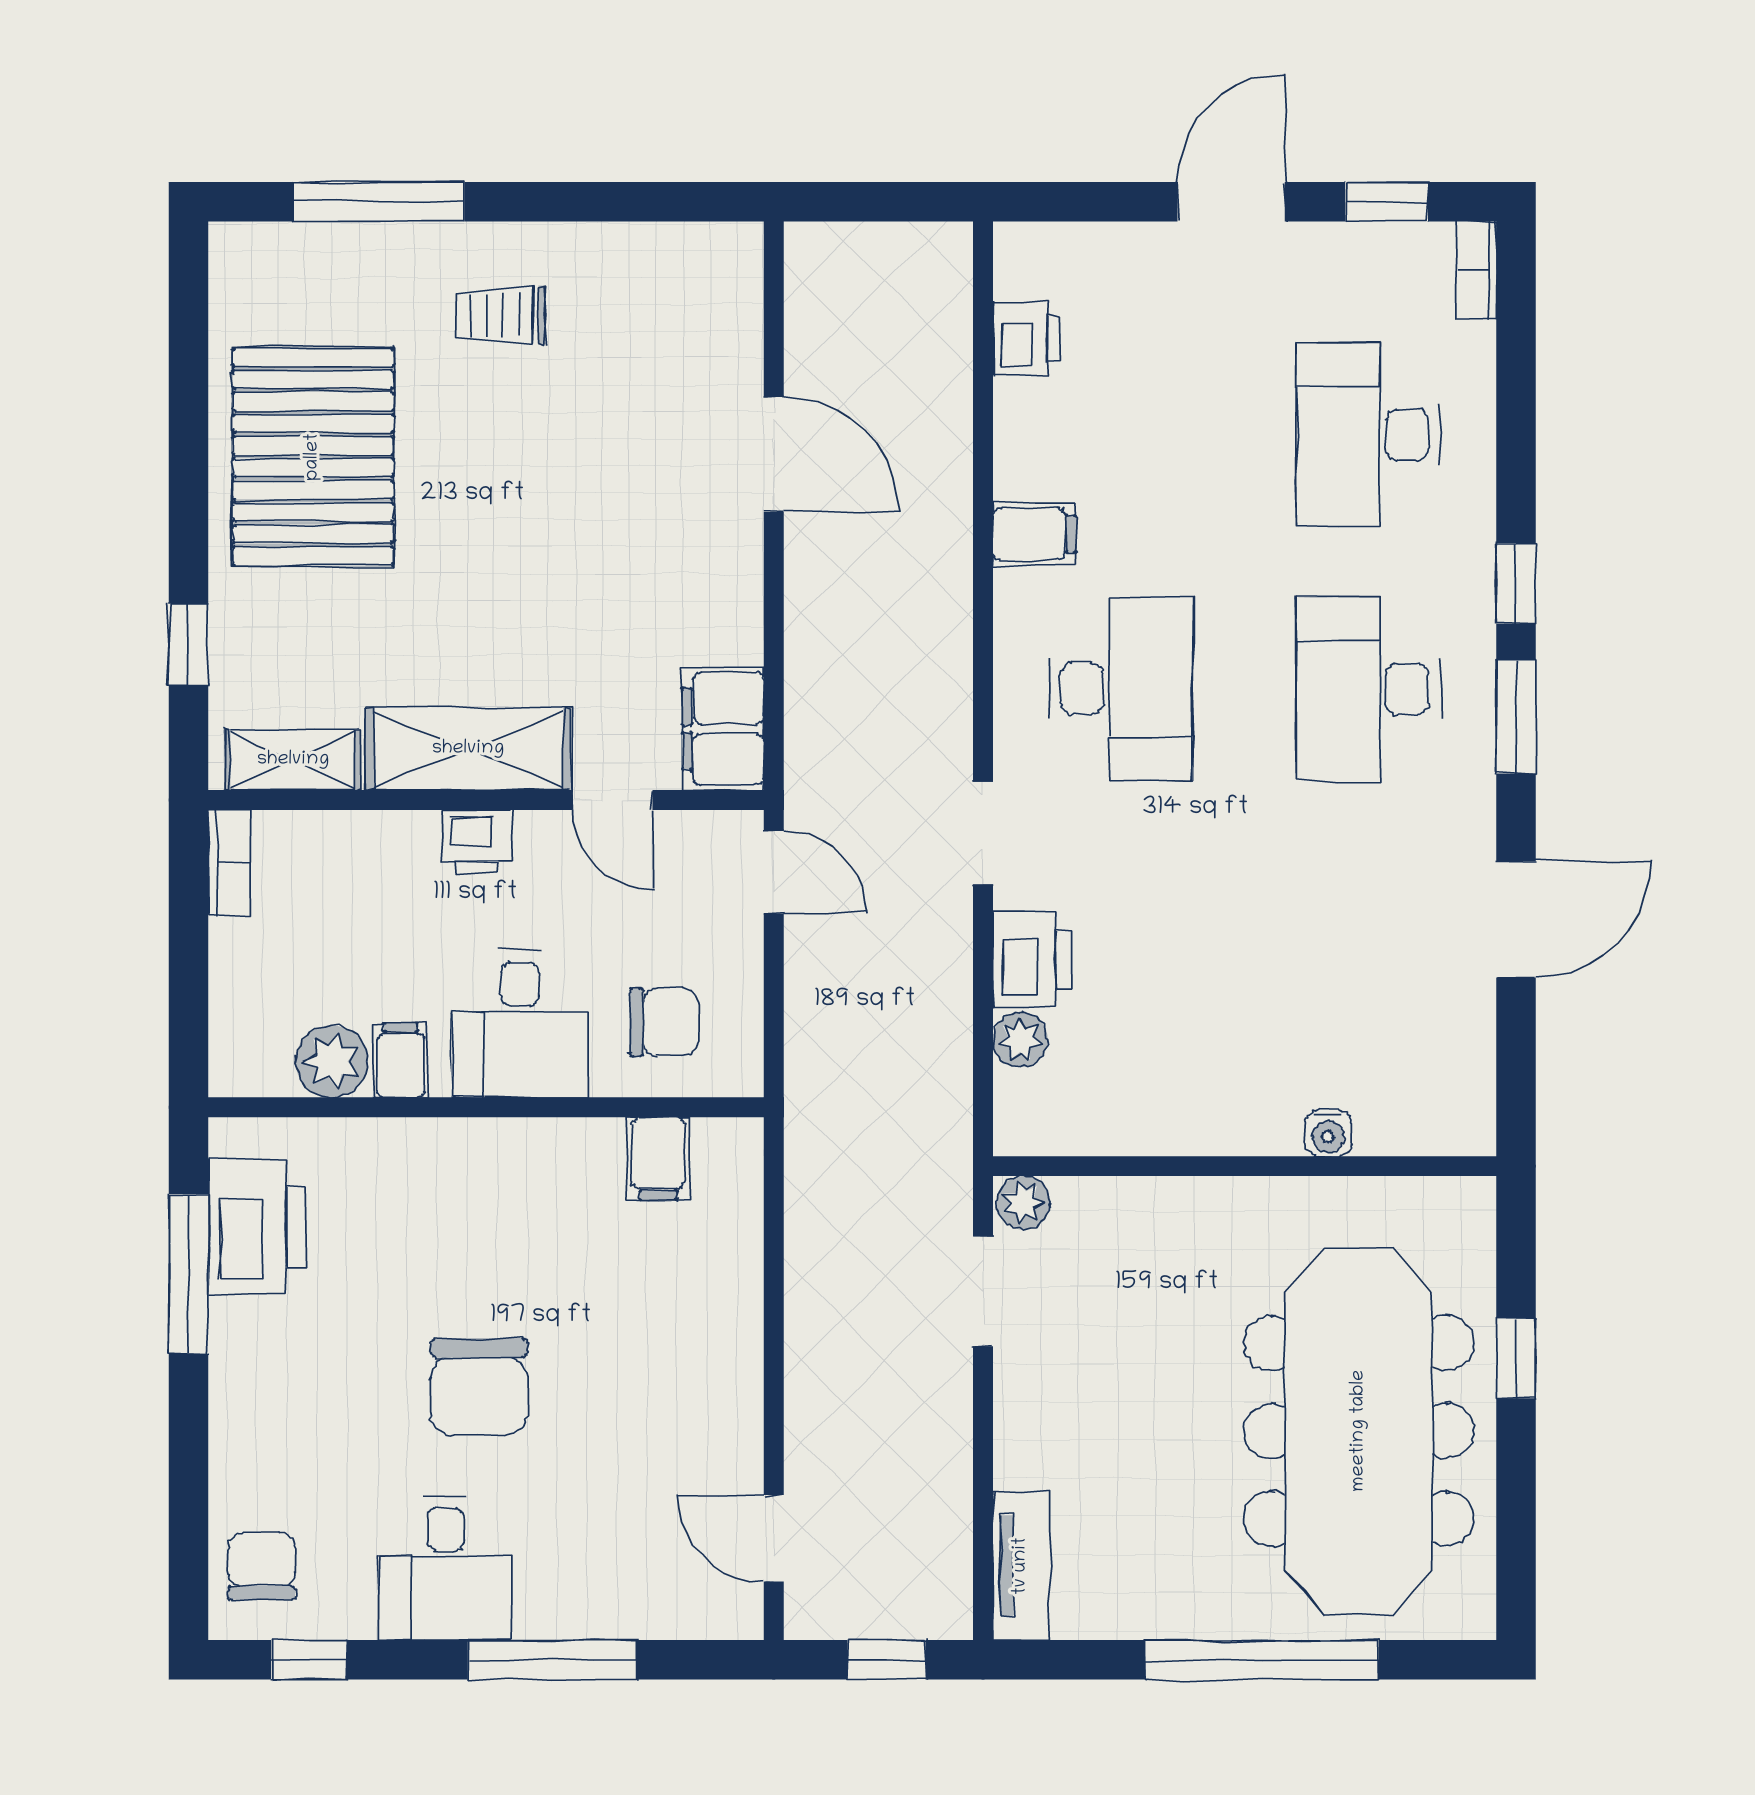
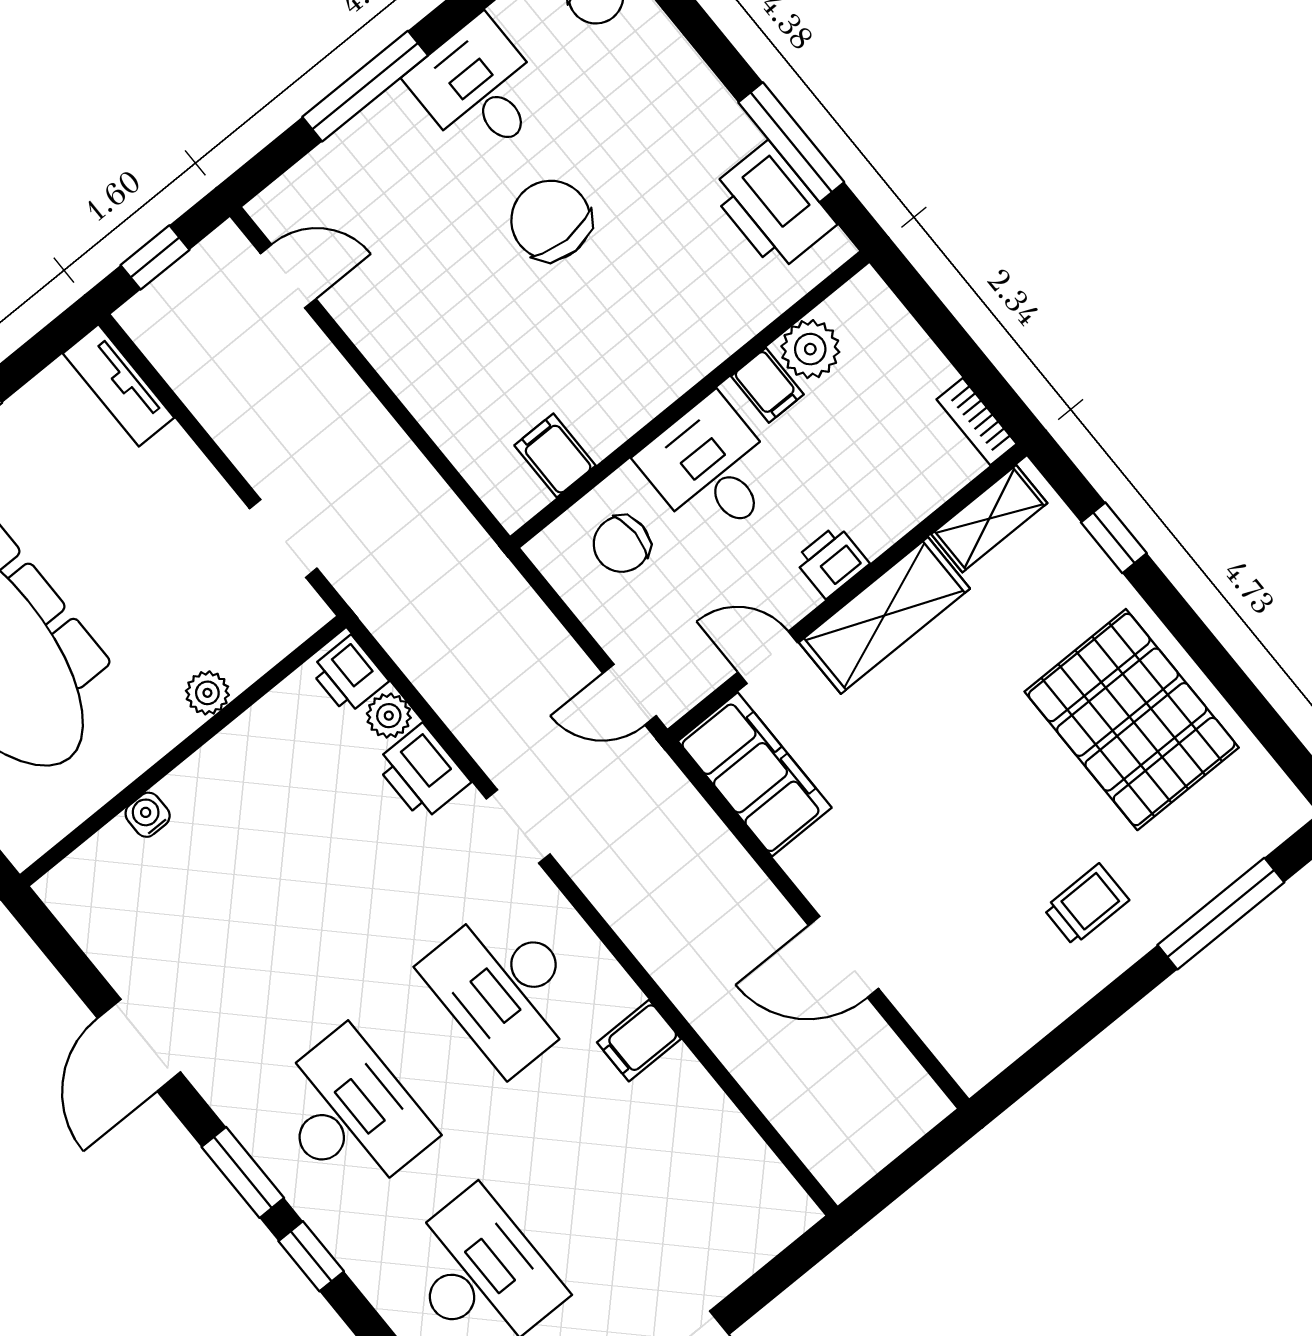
printer: (1027, 339) -> (349, 675), moved
filing cabinet: (723, 729) -> (755, 774), width x1.50, depth x1.17
plant: (1023, 1203) -> (207, 693), moved

